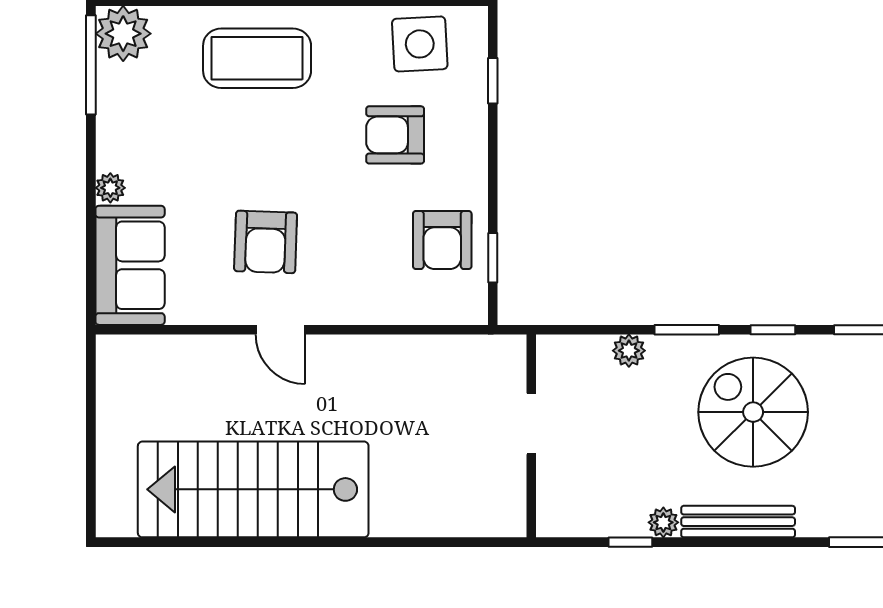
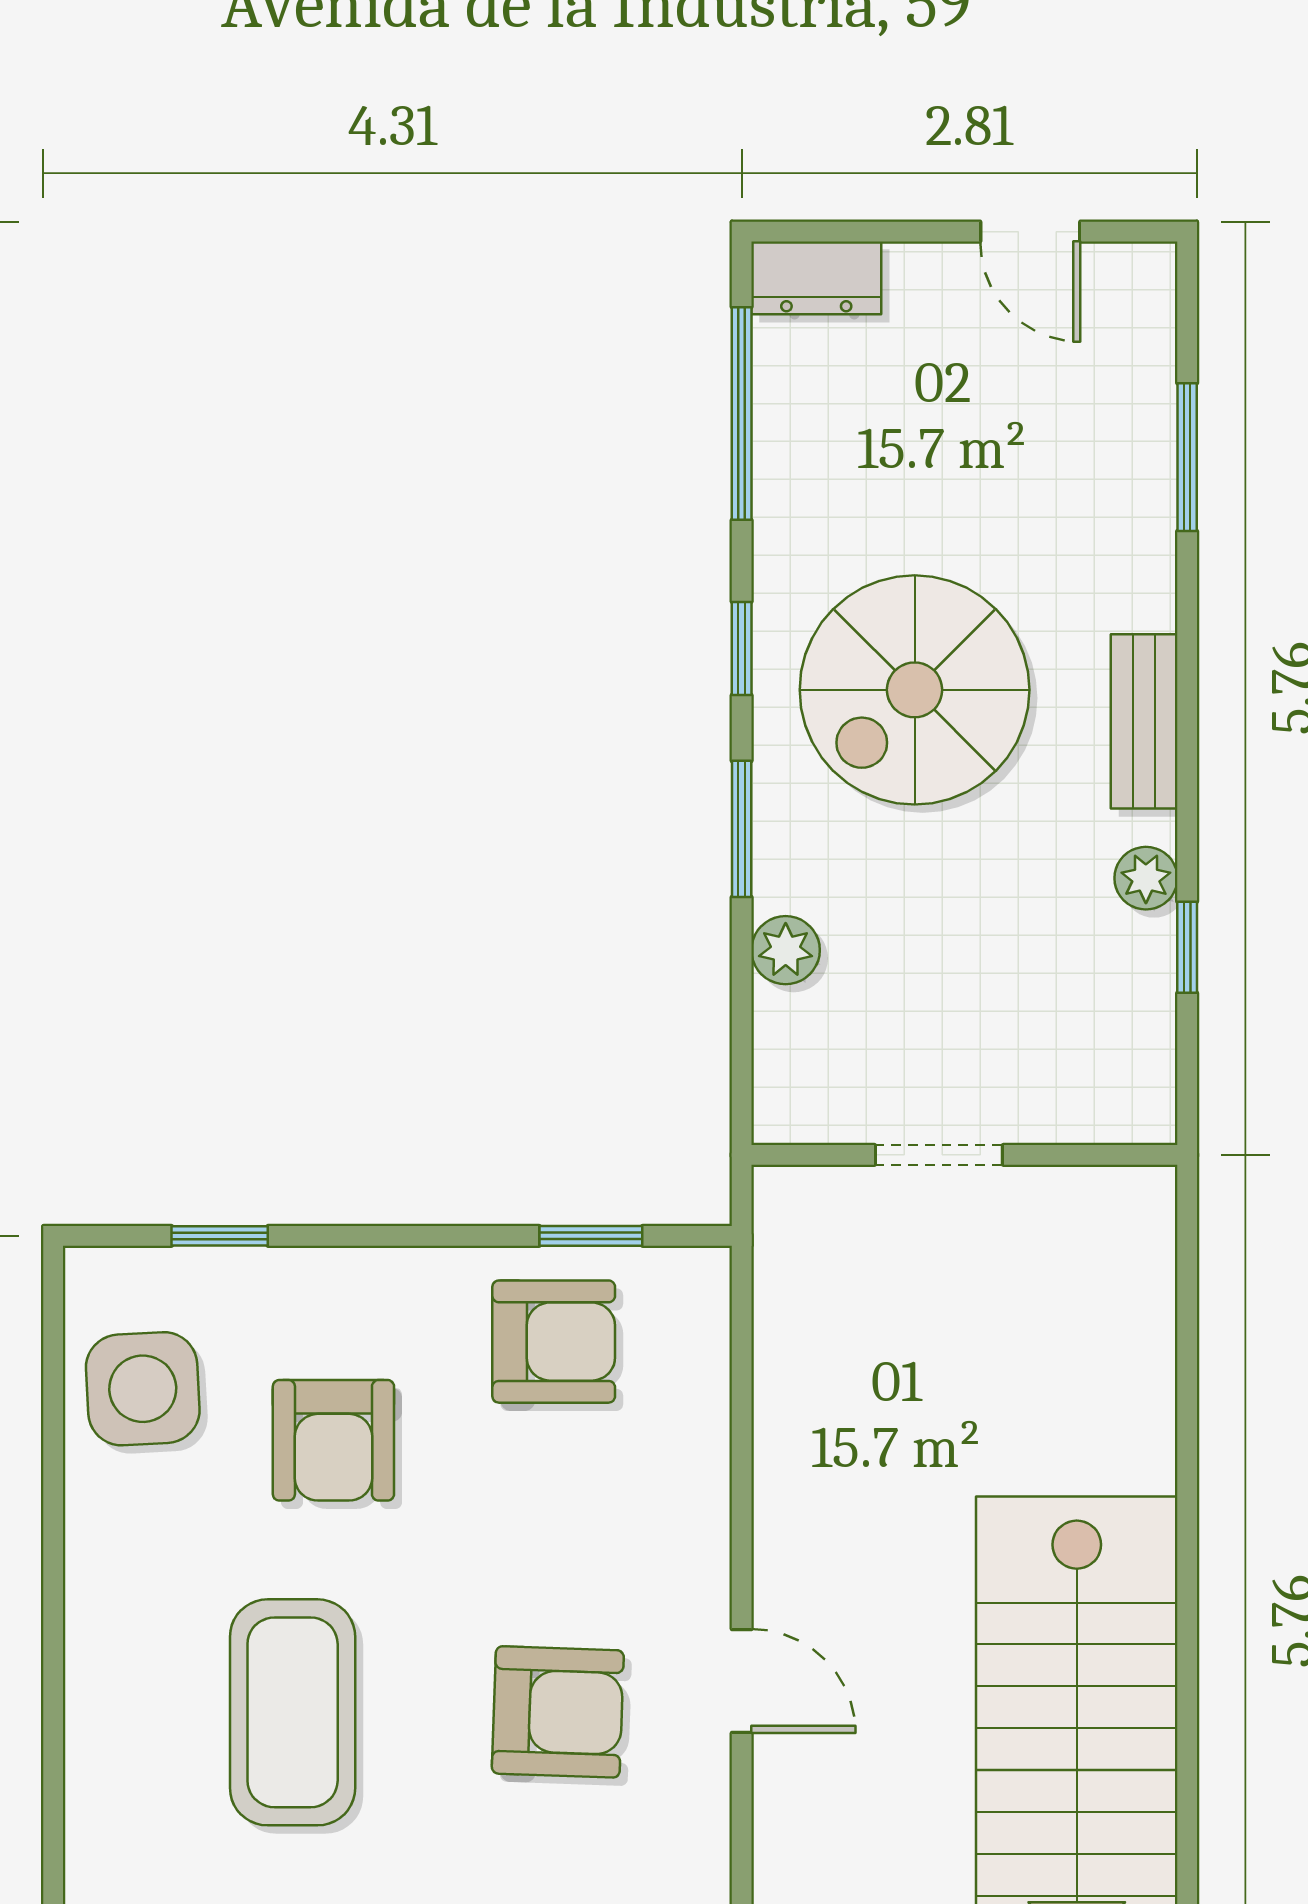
coffee table: (257, 58) -> (293, 1712), moved
door: (280, 330) -> (742, 1681), hinge flipped
bench: (738, 522) -> (1144, 721), width x0.73

